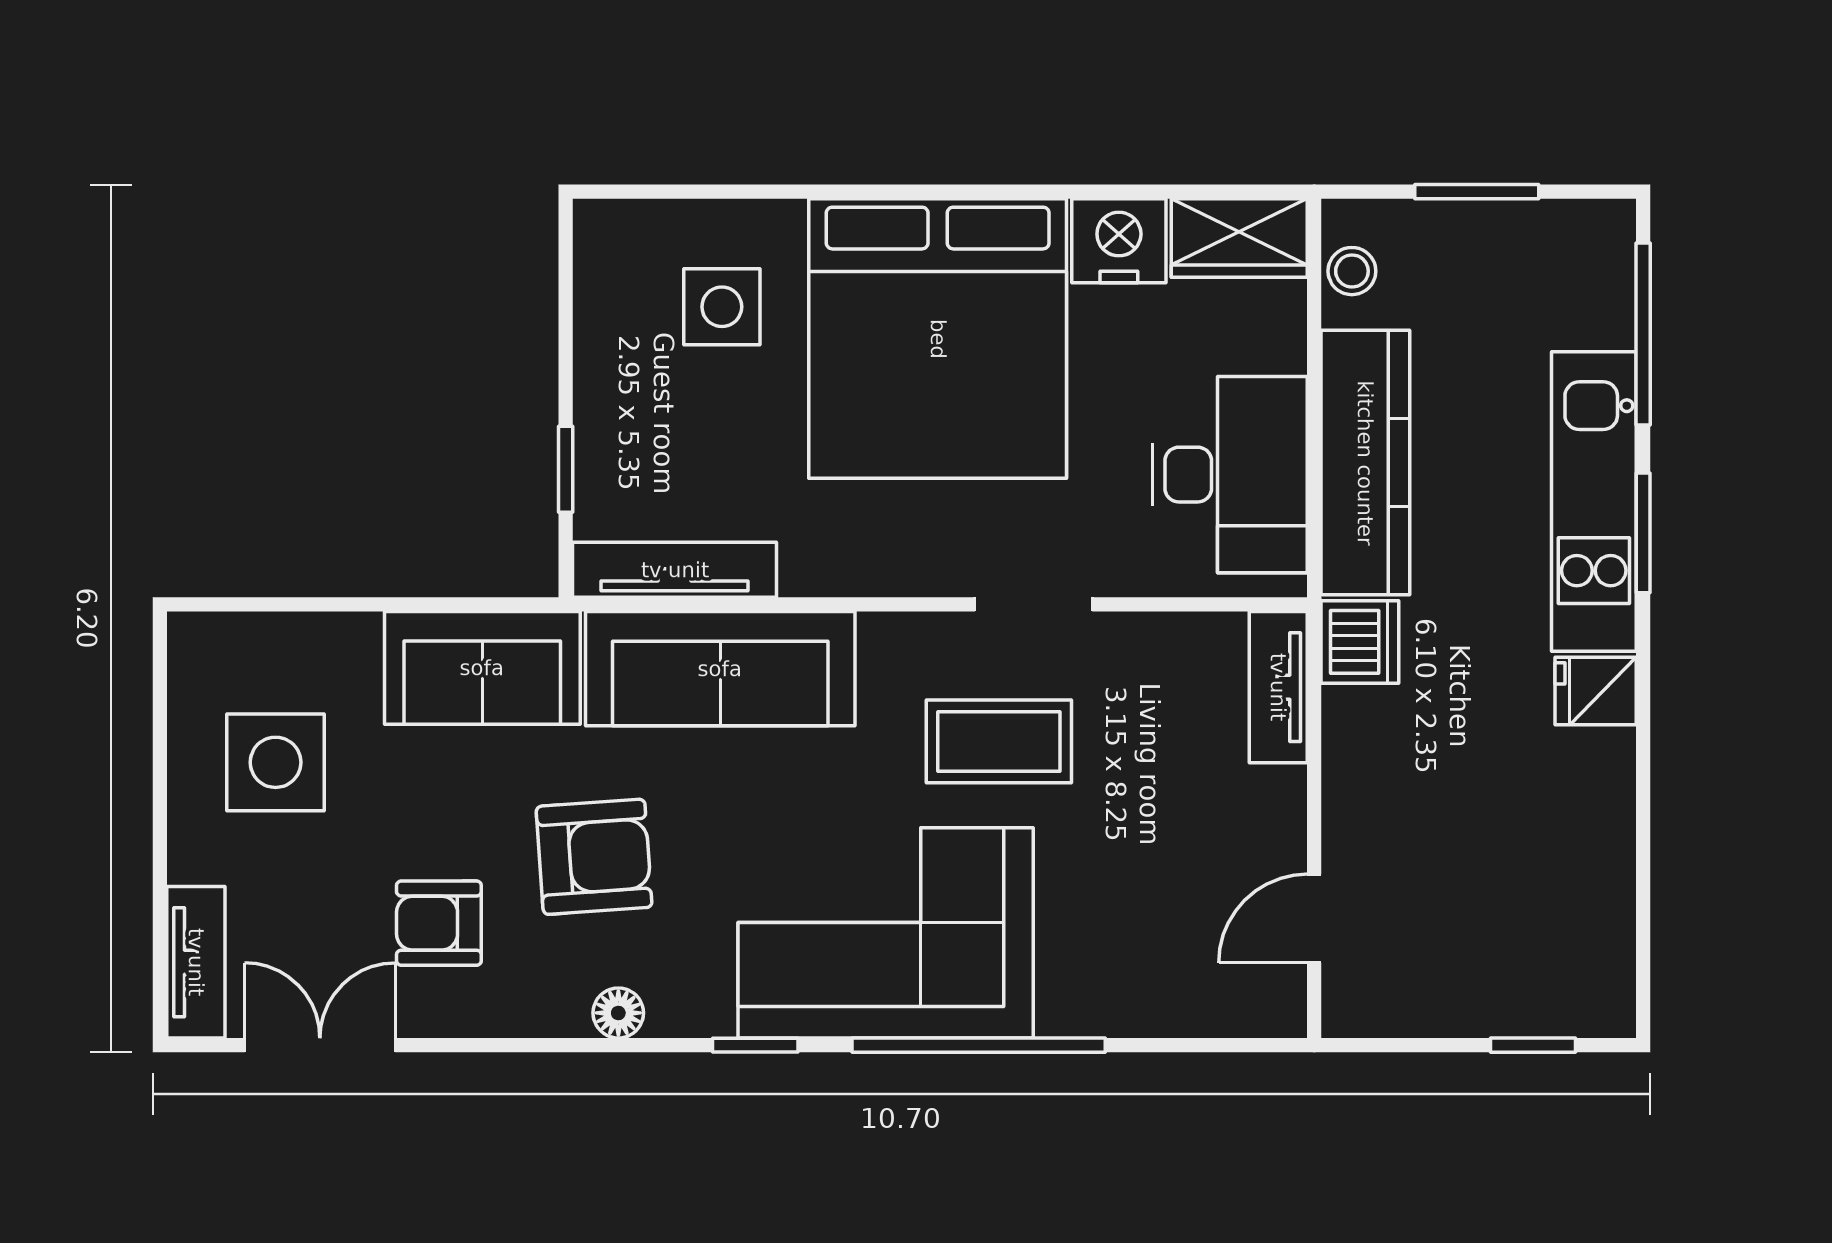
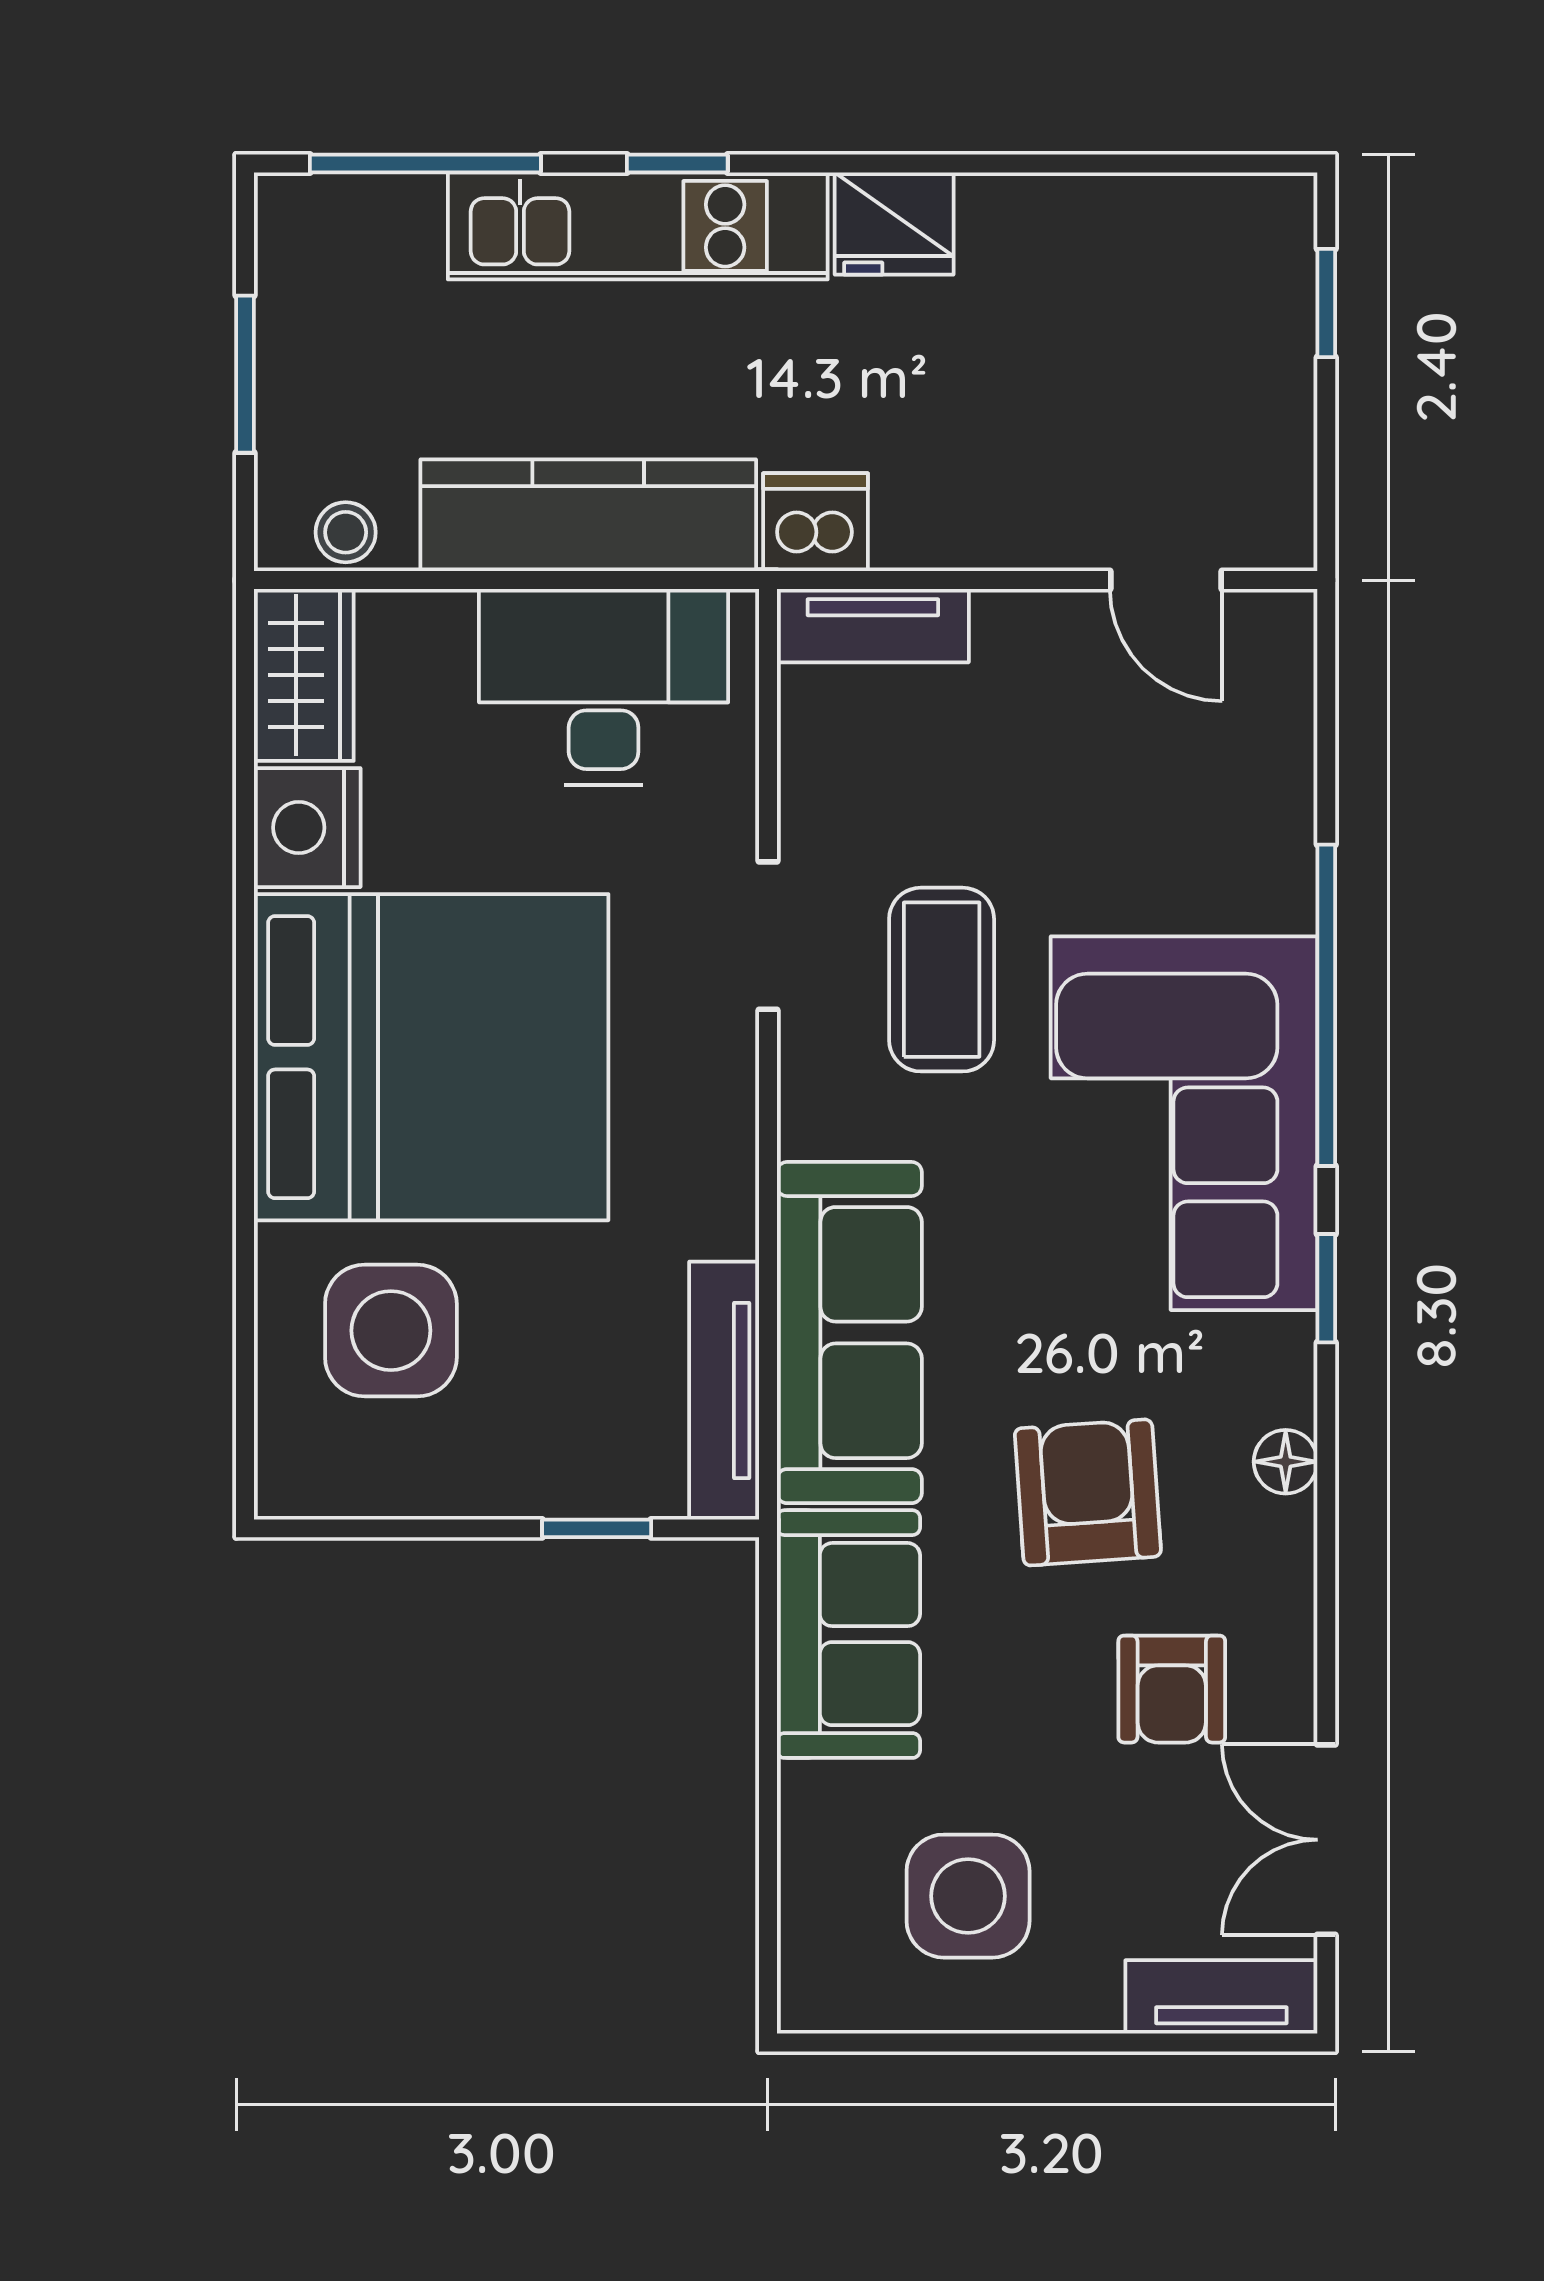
side table: (722, 307) -> (391, 1331), width x1.37, depth x1.37
window: (1643, 533) -> (677, 164), width x0.67
fridge: (1596, 691) -> (894, 224), width x1.38

